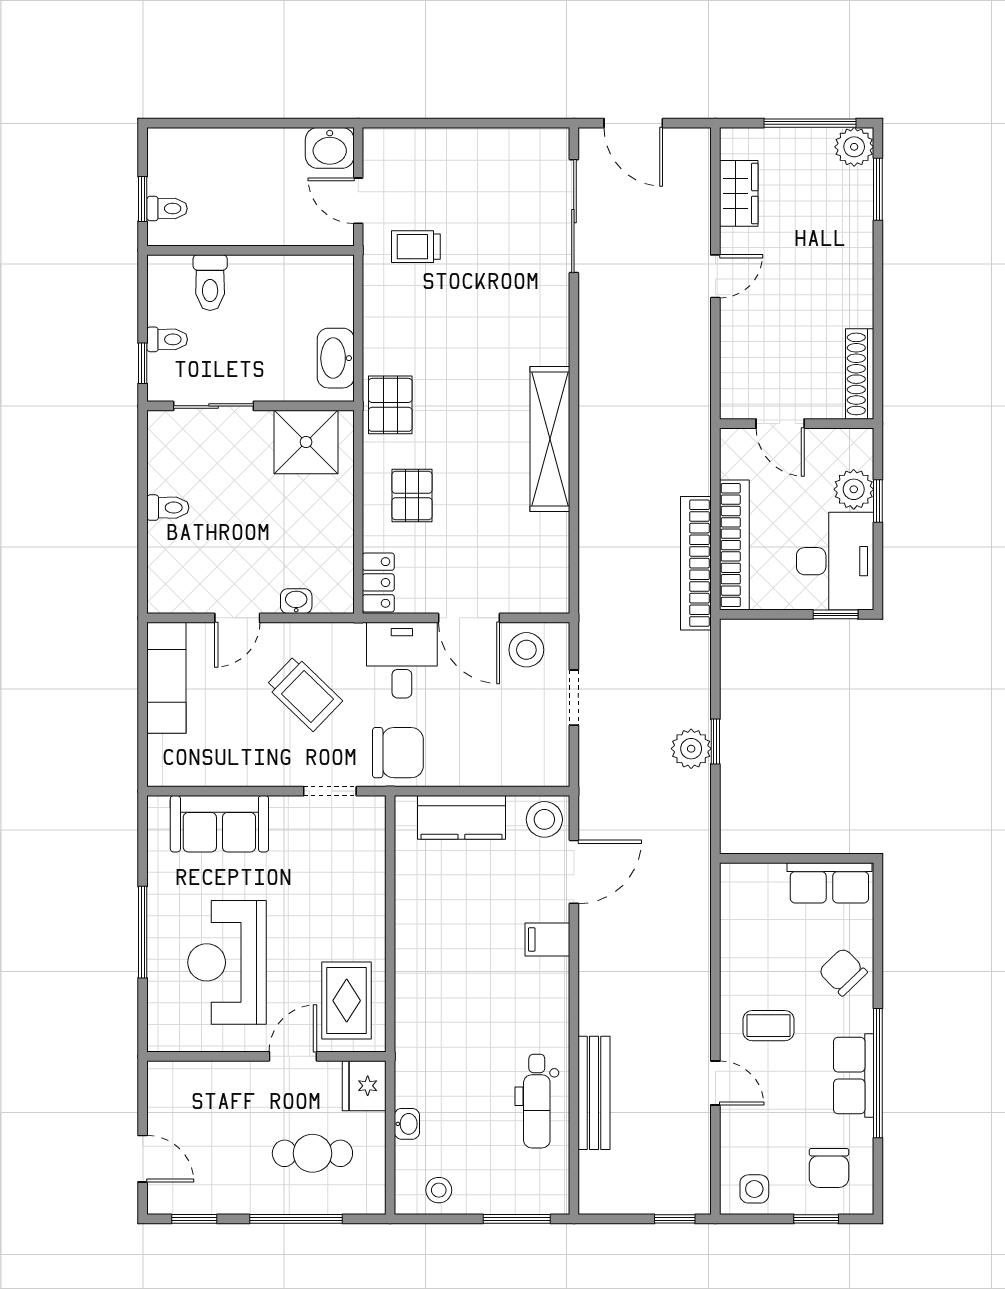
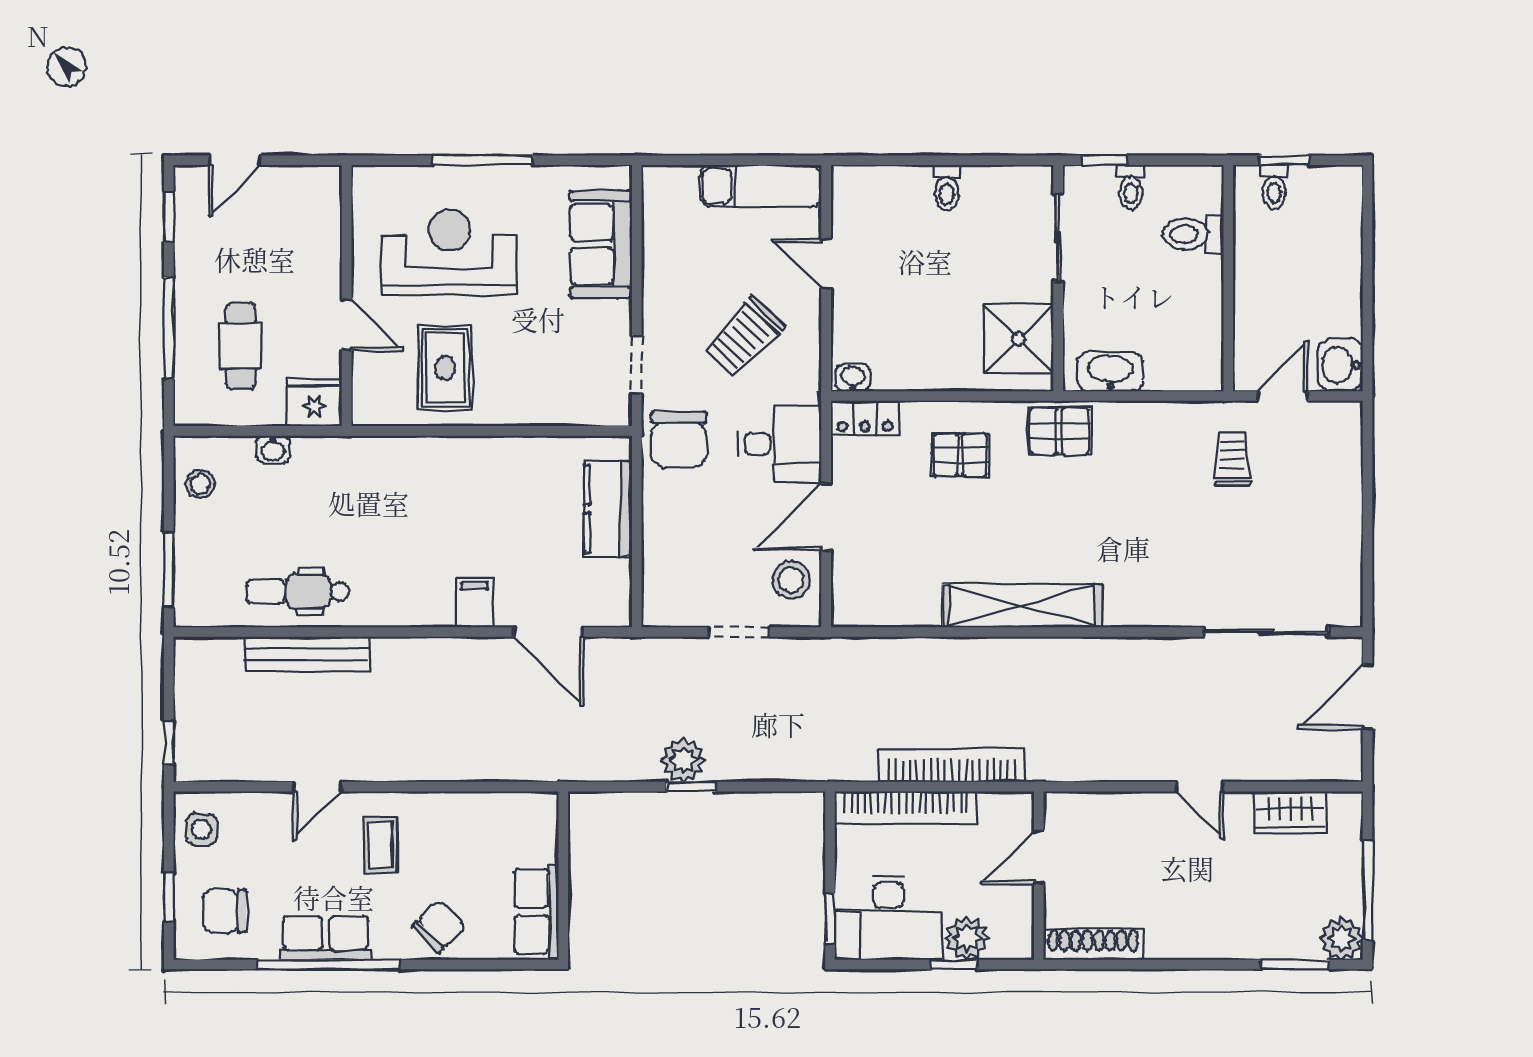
bookcase: (696, 563) -> (952, 765), moved
washbasin: (296, 601) -> (853, 378), moved, turned -90
stool: (544, 819) -> (606, 600), removed
rug: (347, 1001) -> (445, 368), moved, turned 90

